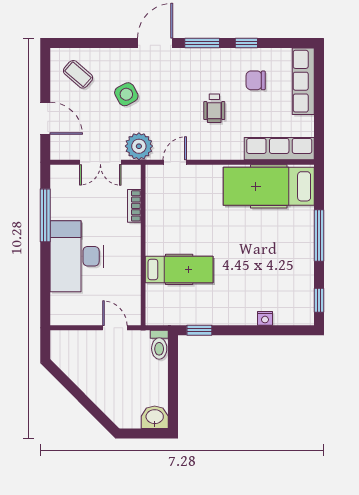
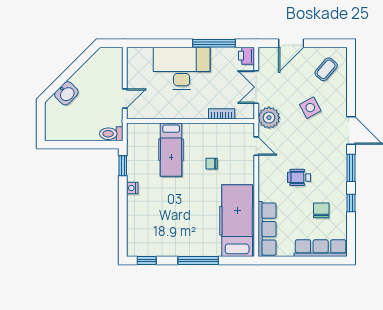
printer: (61, 175) -> (246, 56), added
chair: (197, 218) -> (212, 164), added
nightstand: (265, 318) -> (132, 188), moved
washbasin: (155, 417) -> (66, 93), moved, turned 45

